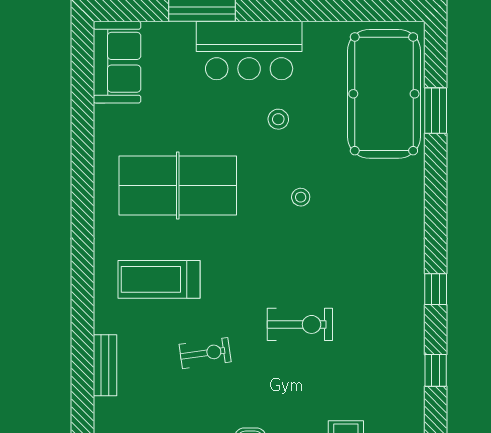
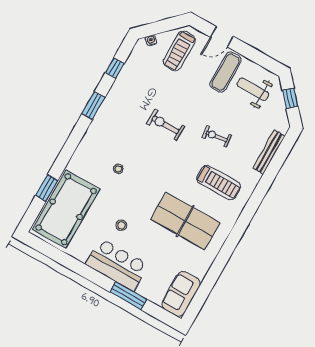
stool: (301, 197) -> (118, 169), moved
window: (436, 289) -> (93, 106), width x1.50
bench: (105, 365) -> (269, 152), width x1.36

